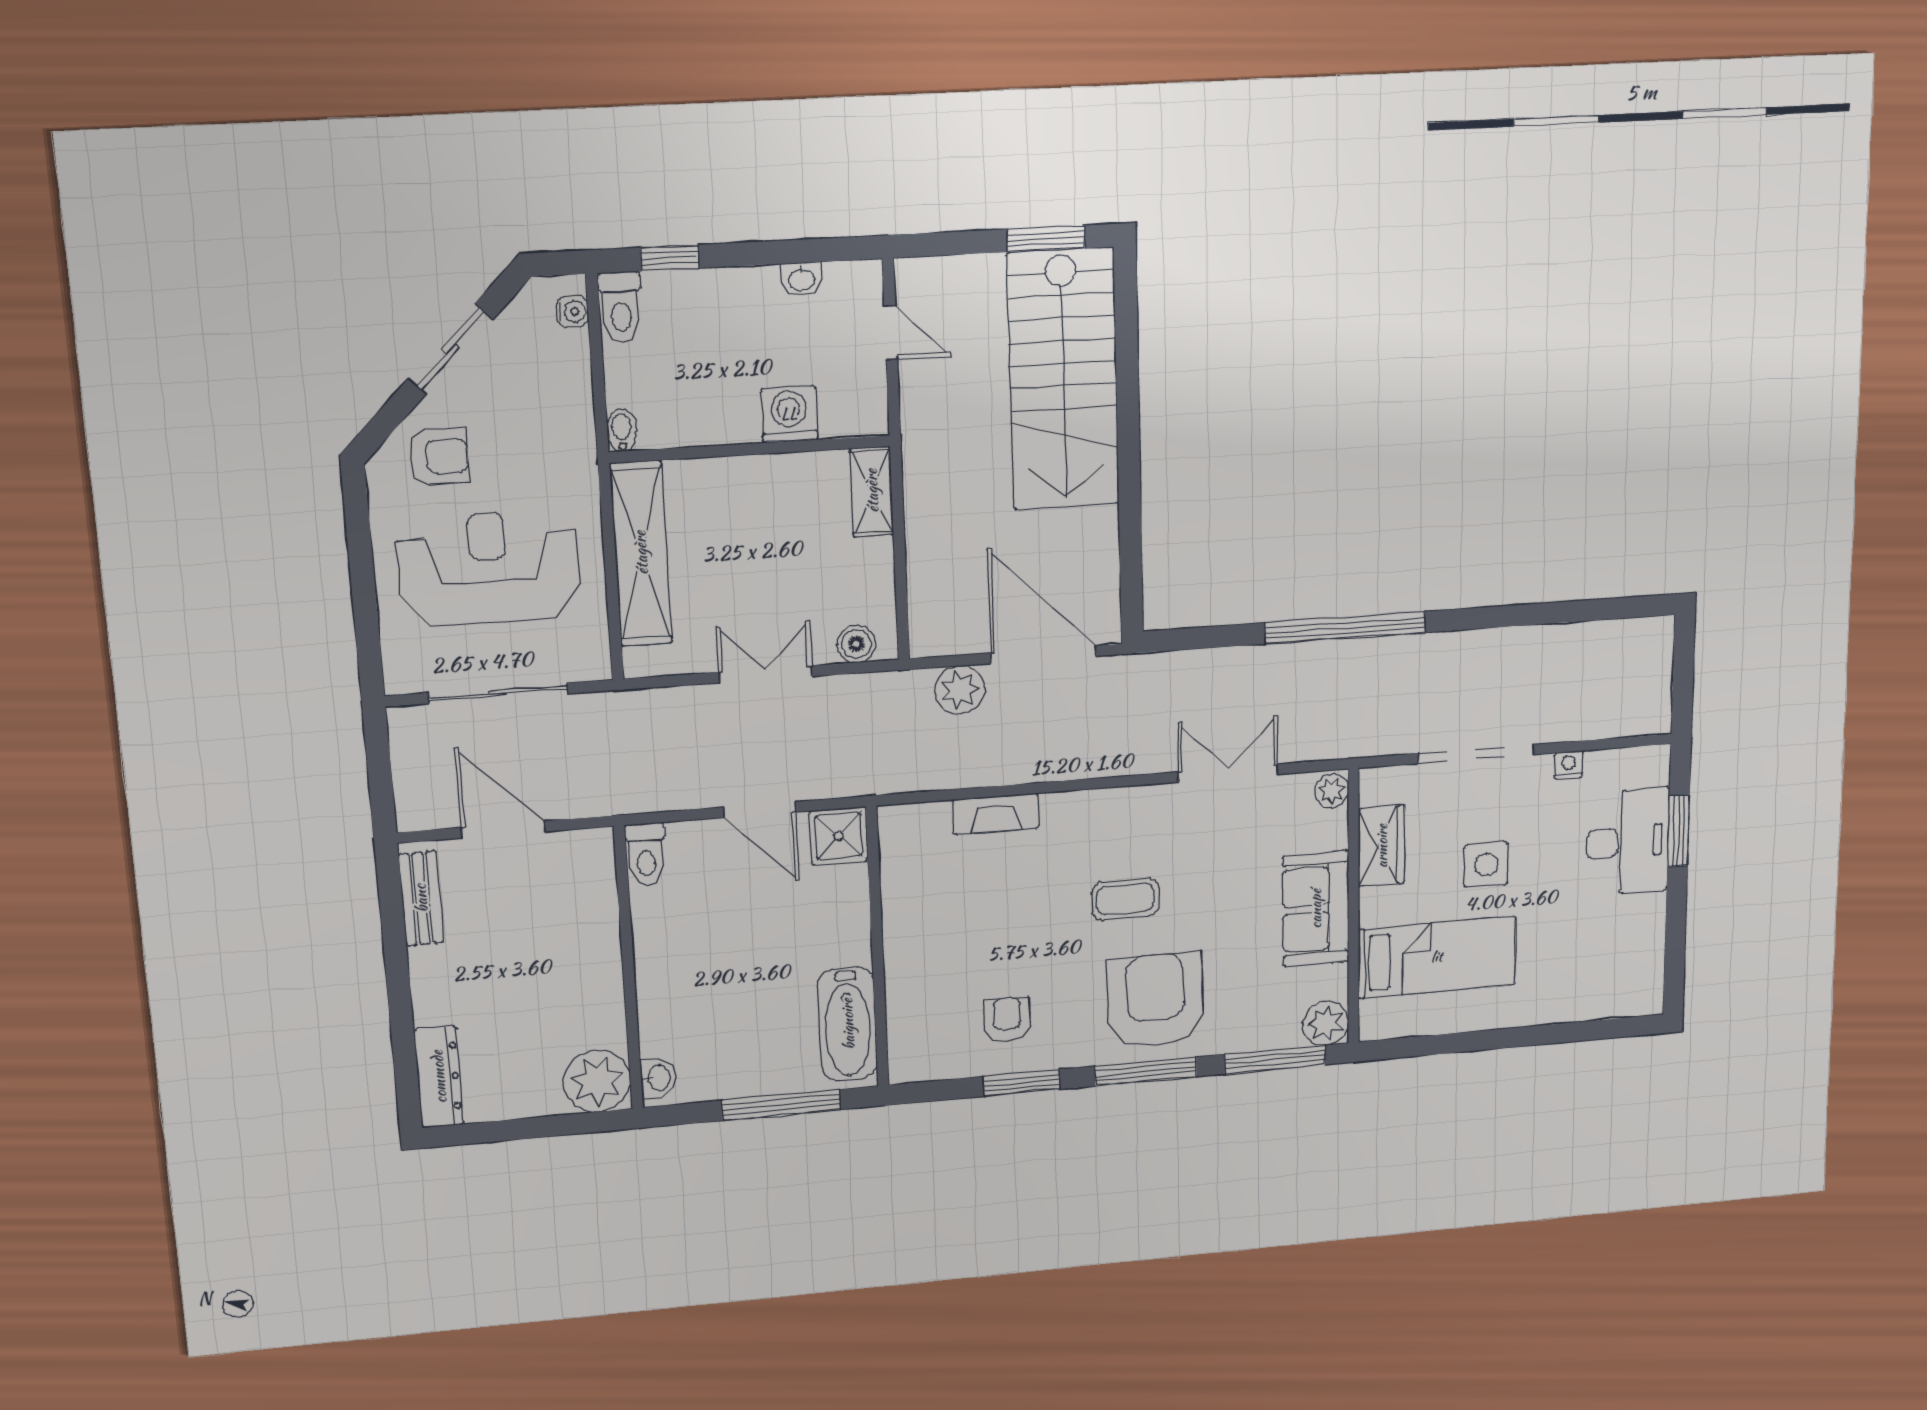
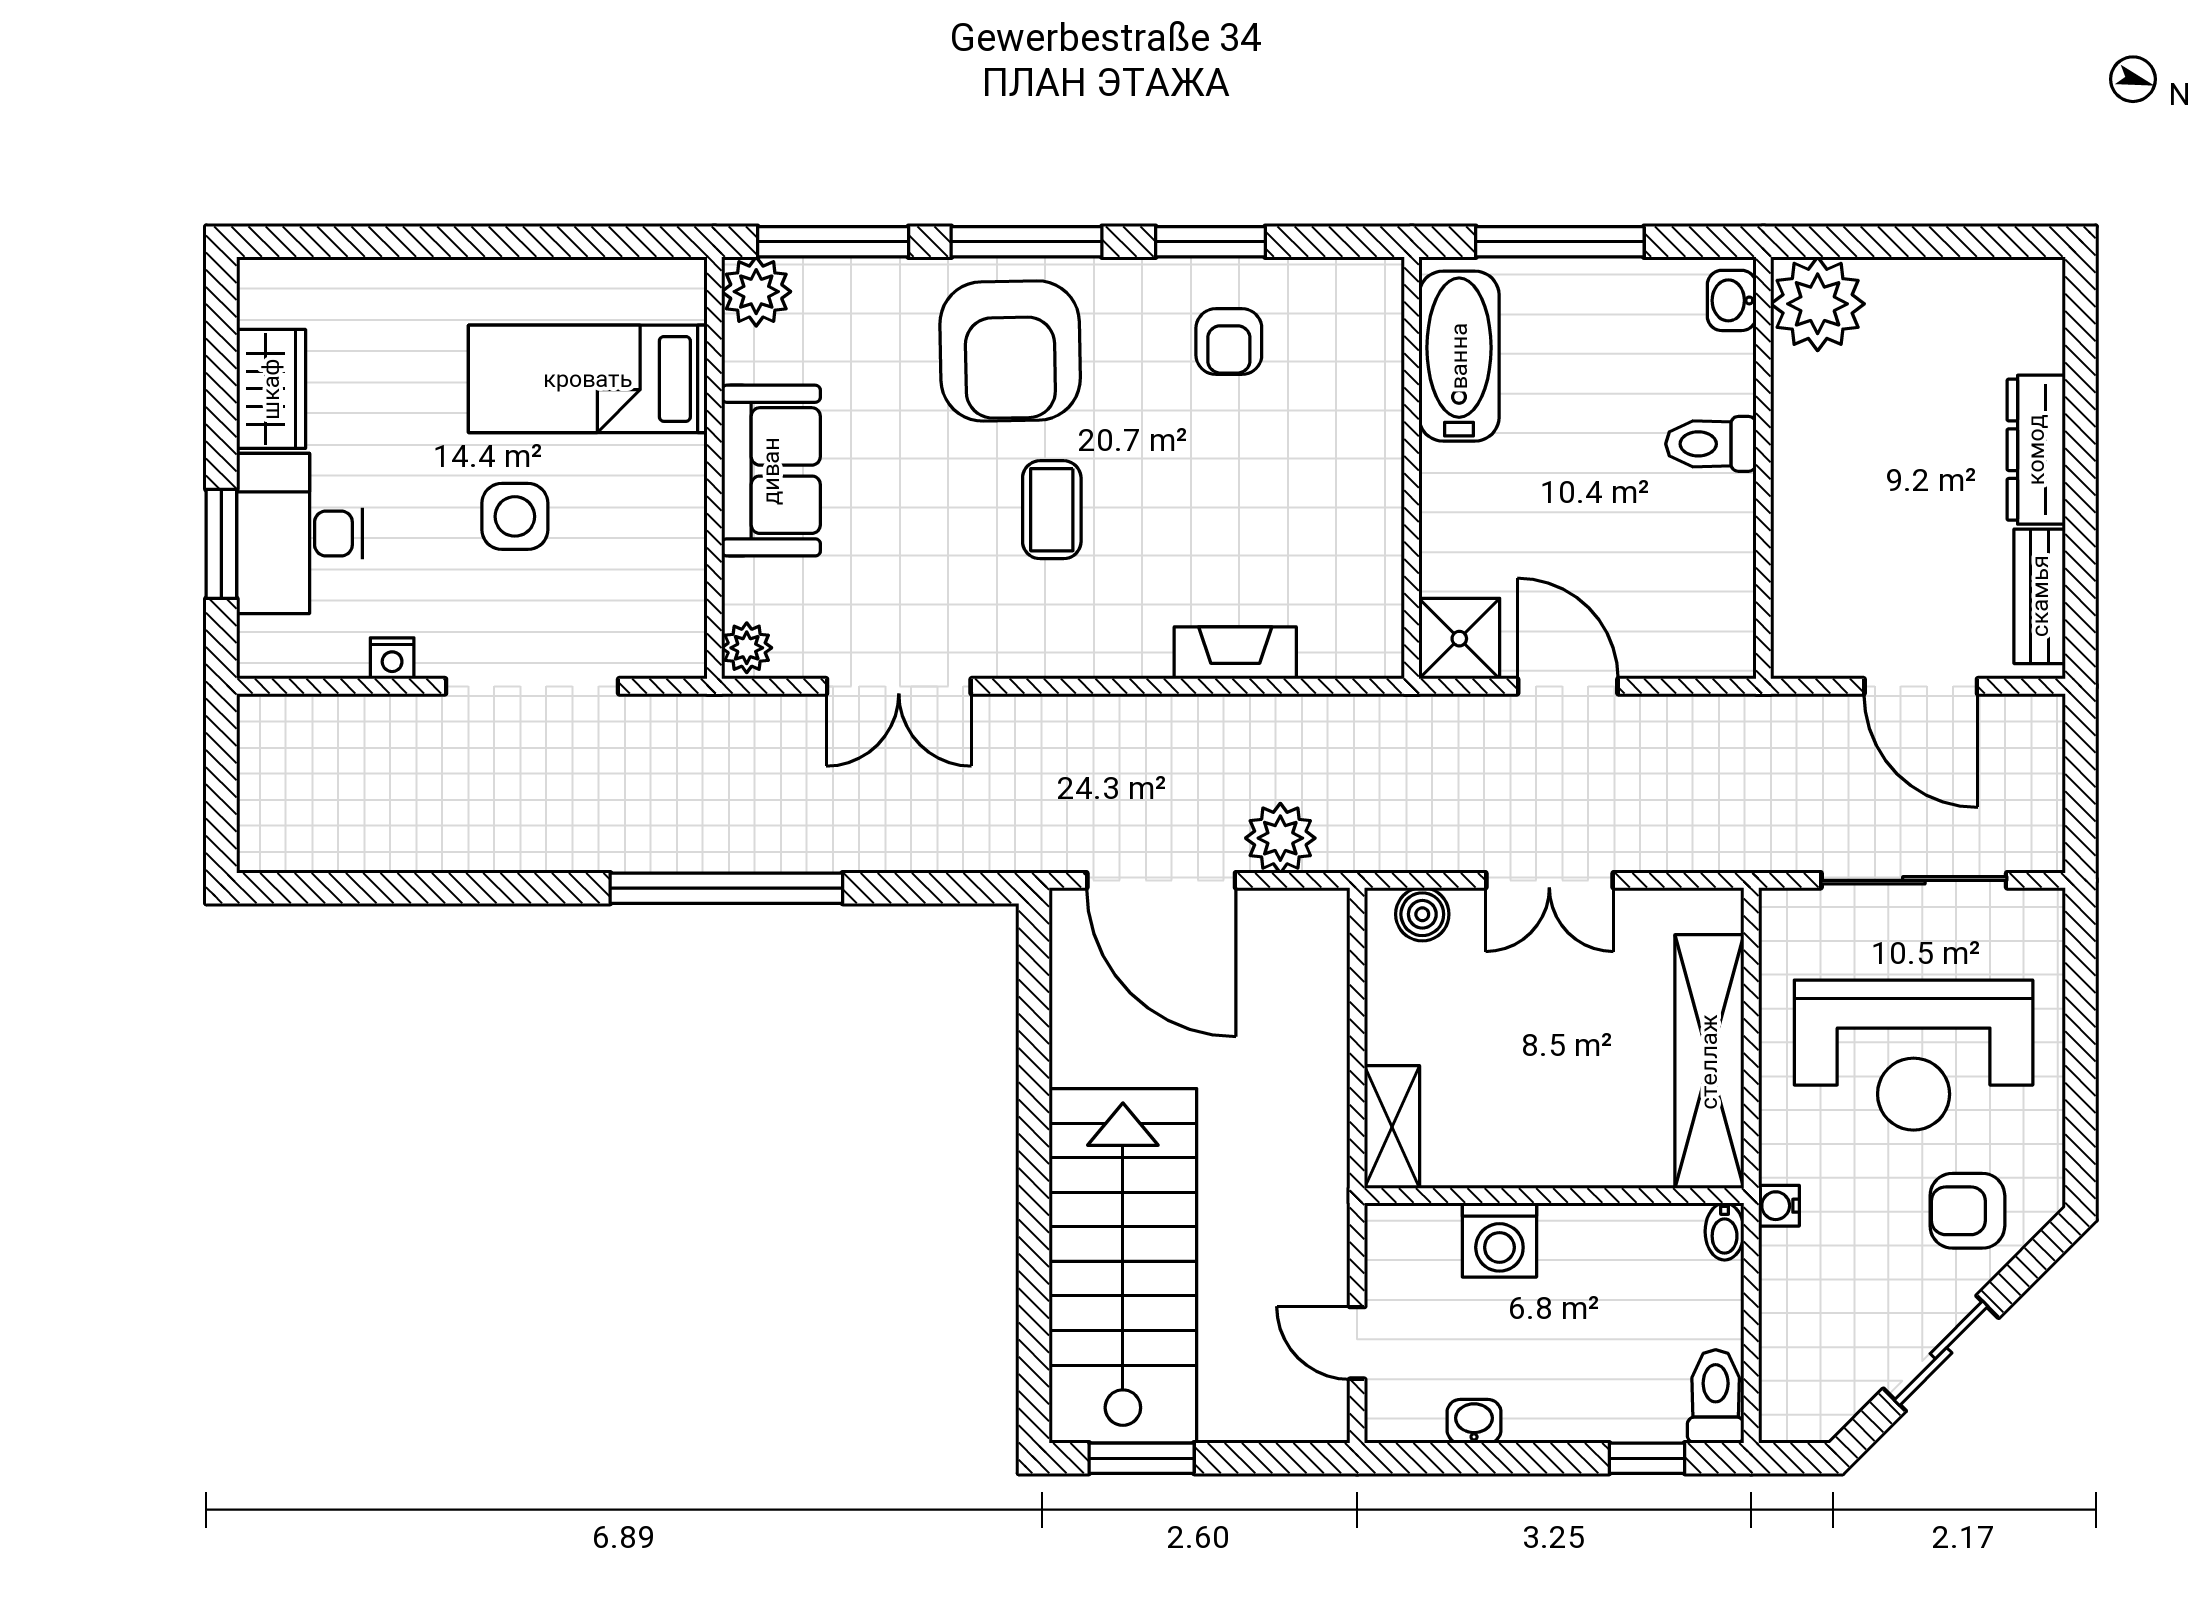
water cooler: (573, 312) -> (1779, 1206), moved
wardrobe: (1382, 846) -> (271, 389), moved, turned 180
toilet: (646, 855) -> (1711, 444), moved, turned -90
coffee table: (1125, 899) -> (1052, 510), turned 90
dresser: (439, 1077) -> (2036, 450), moved

